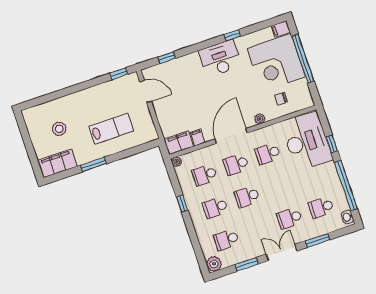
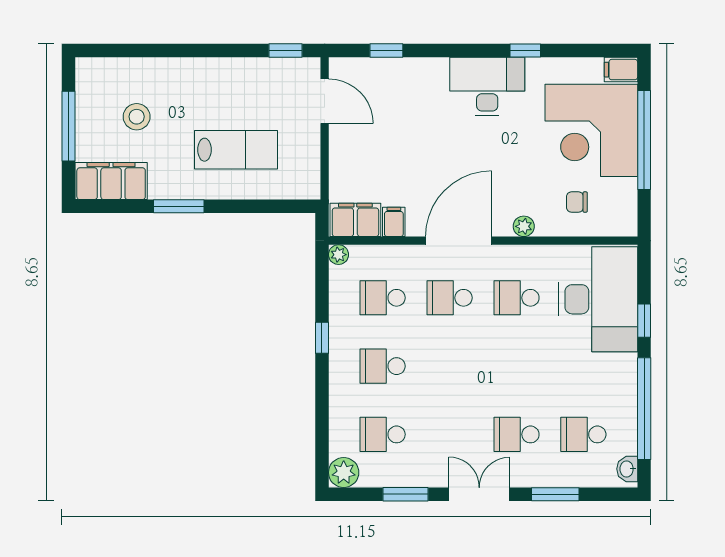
window: (28, 144) -> (68, 126), added
school desk: (247, 197) -> (450, 366), removed

